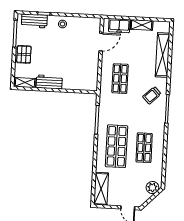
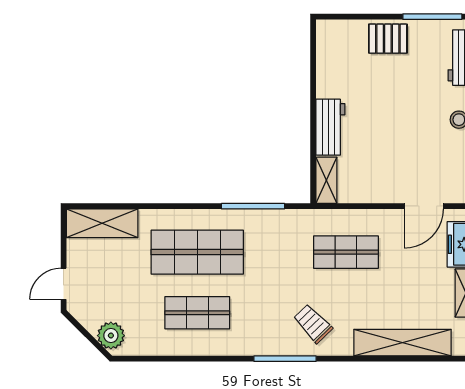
door: (101, 42) -> (424, 206), hinge flipped
workbench: (49, 82) -> (330, 127), moved
shelving: (25, 83) -> (326, 180), moved

